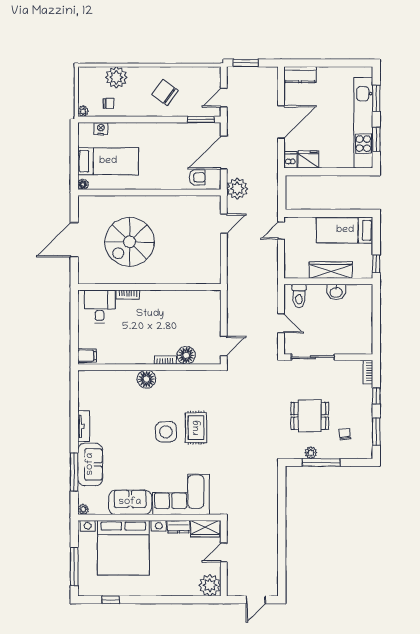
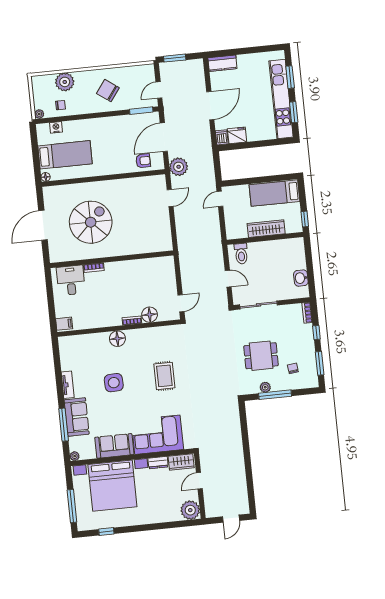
spiral stairs: (129, 242) -> (91, 222), turned 180
washbasin: (336, 292) -> (301, 278), moved, turned 90
side table: (166, 432) -> (114, 383), moved

